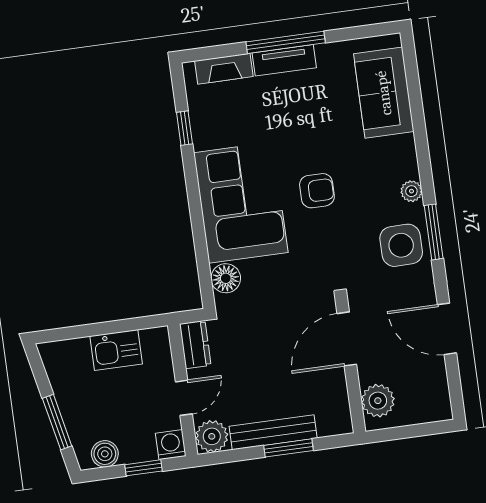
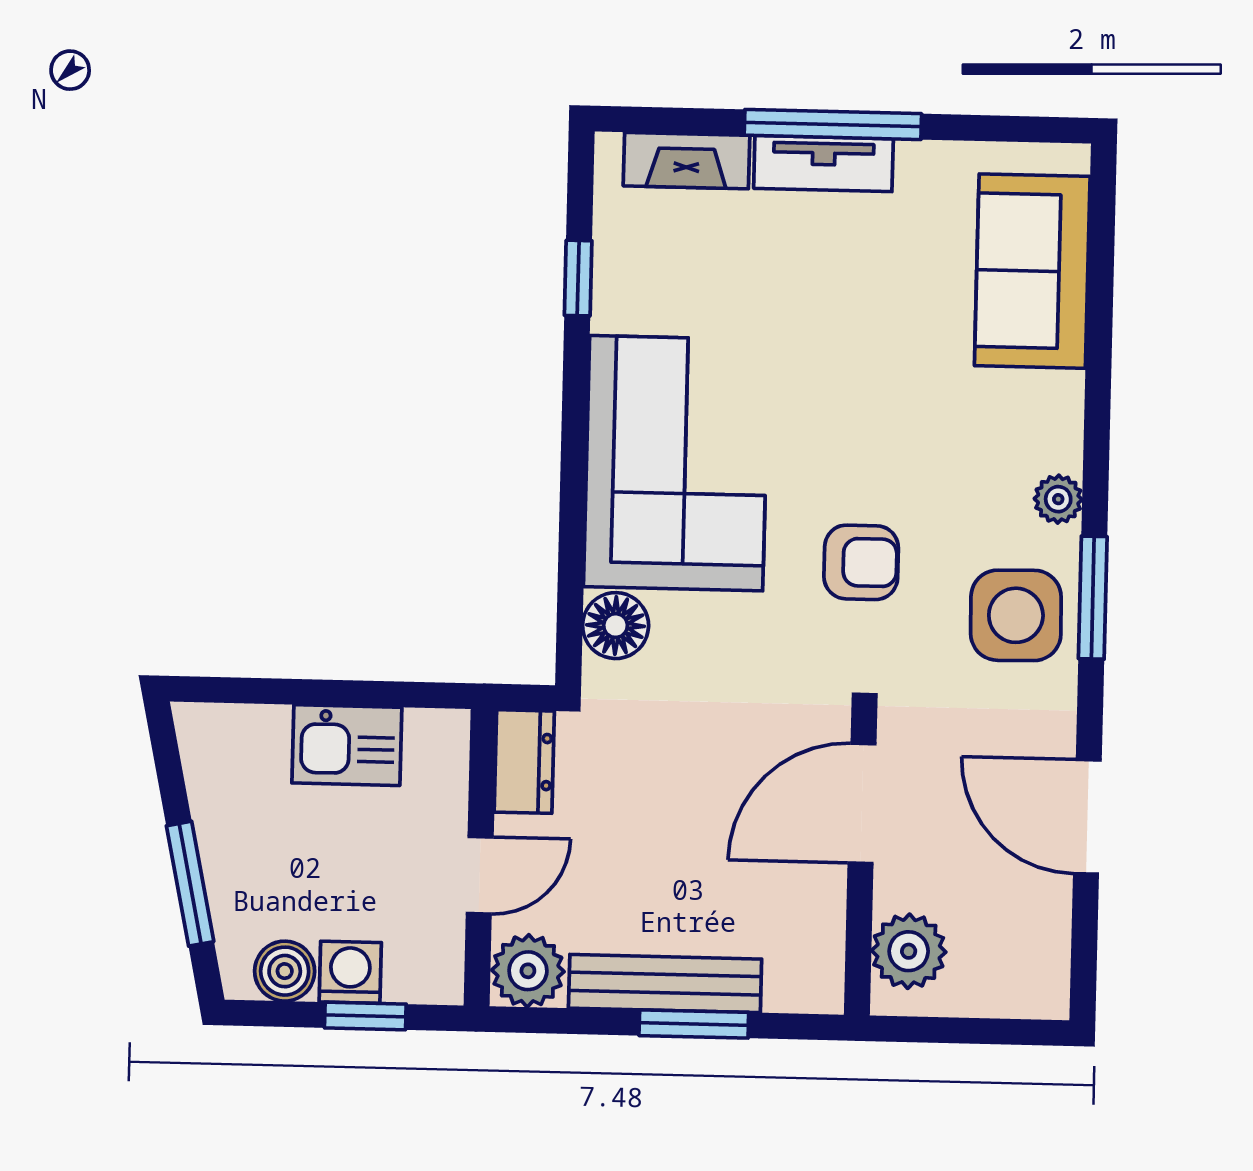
armchair: (317, 191) -> (861, 562), moved
washing machine: (171, 445) -> (350, 972), moved

